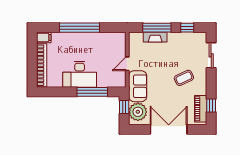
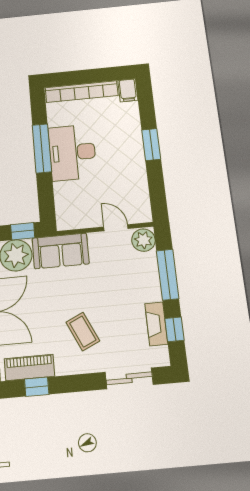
window: (80, 28) -> (151, 145), width x0.47
fireplace: (155, 37) -> (156, 324), moved
plant: (136, 39) -> (143, 240), added
door: (127, 64) -> (116, 228), moved
window: (92, 92) -> (42, 148), moved

